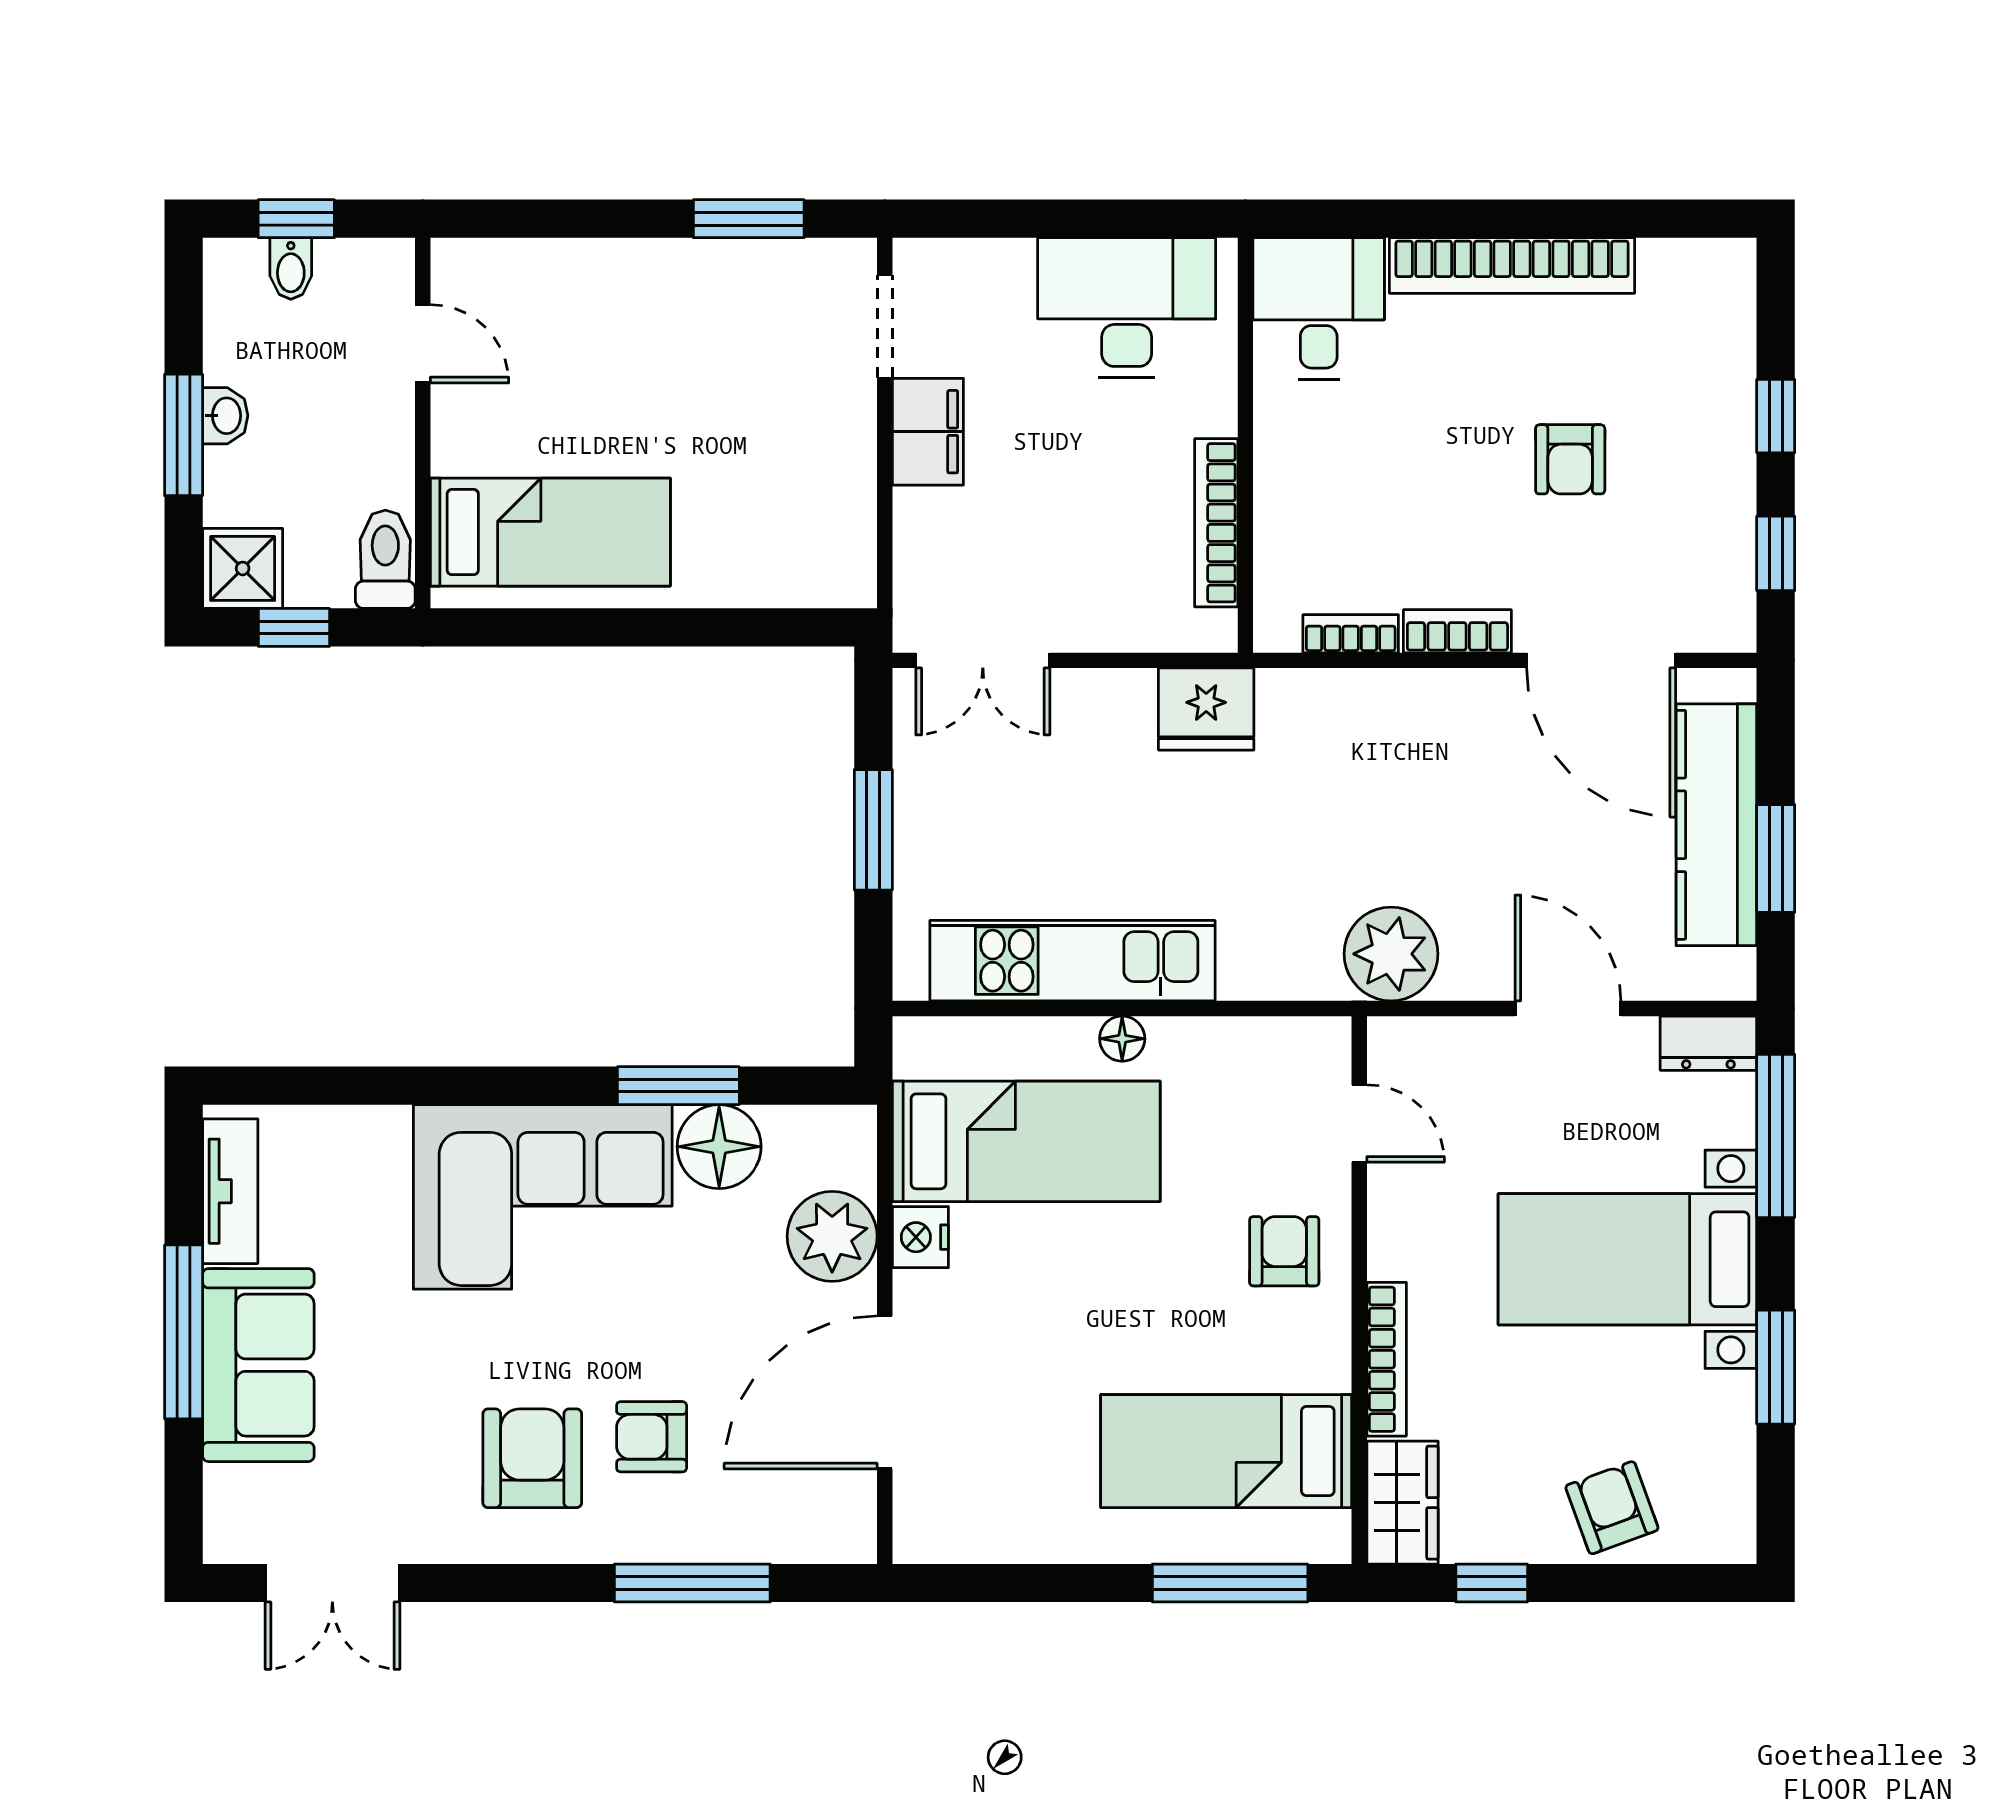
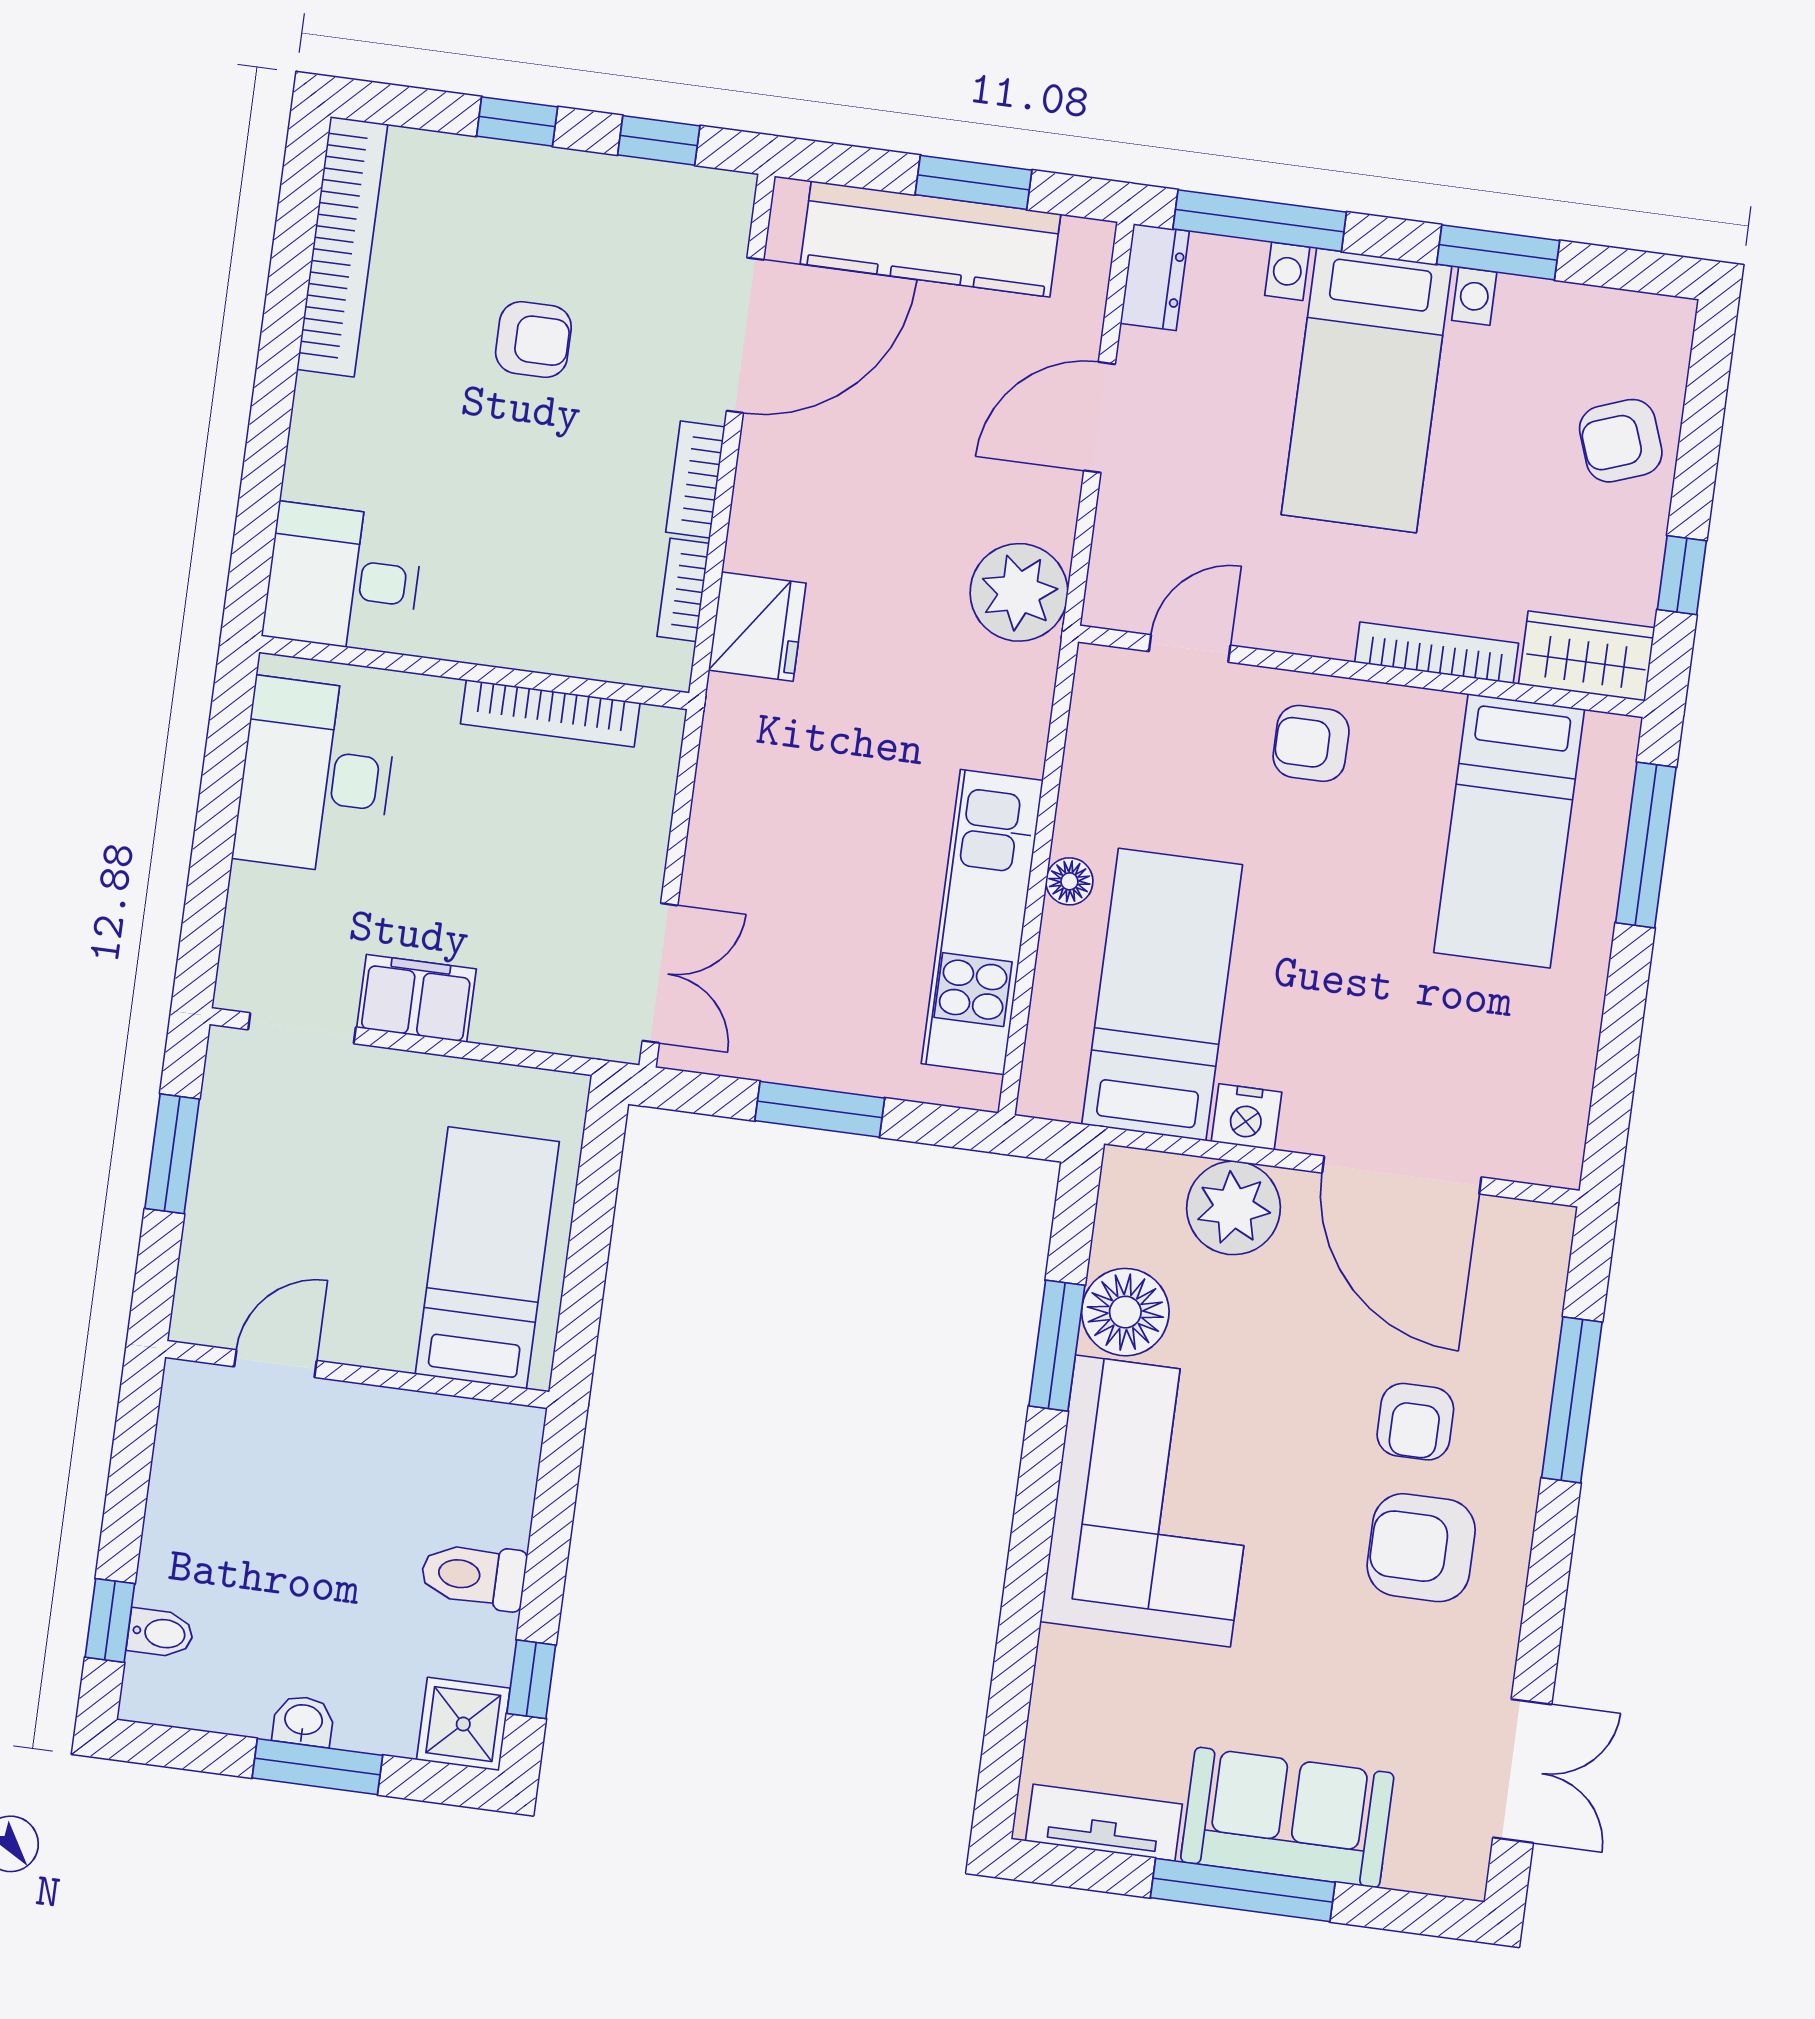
bookcase: (1512, 265) -> (342, 247), moved
door: (423, 344) -> (275, 1364), moved
wall: (423, 423) -> (357, 1375), moved
bed: (550, 532) -> (487, 1258), moved
fridge: (1206, 709) -> (757, 627), moved

